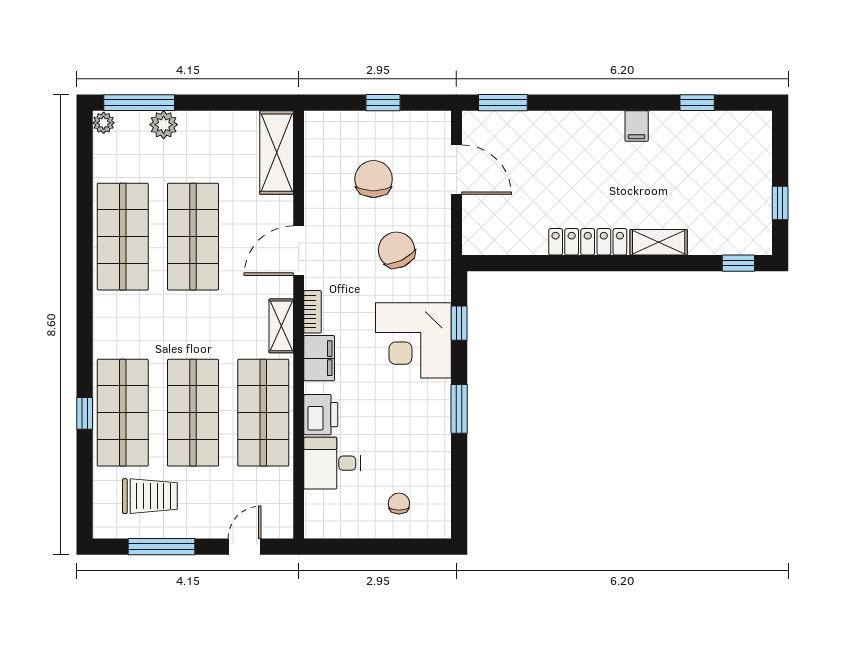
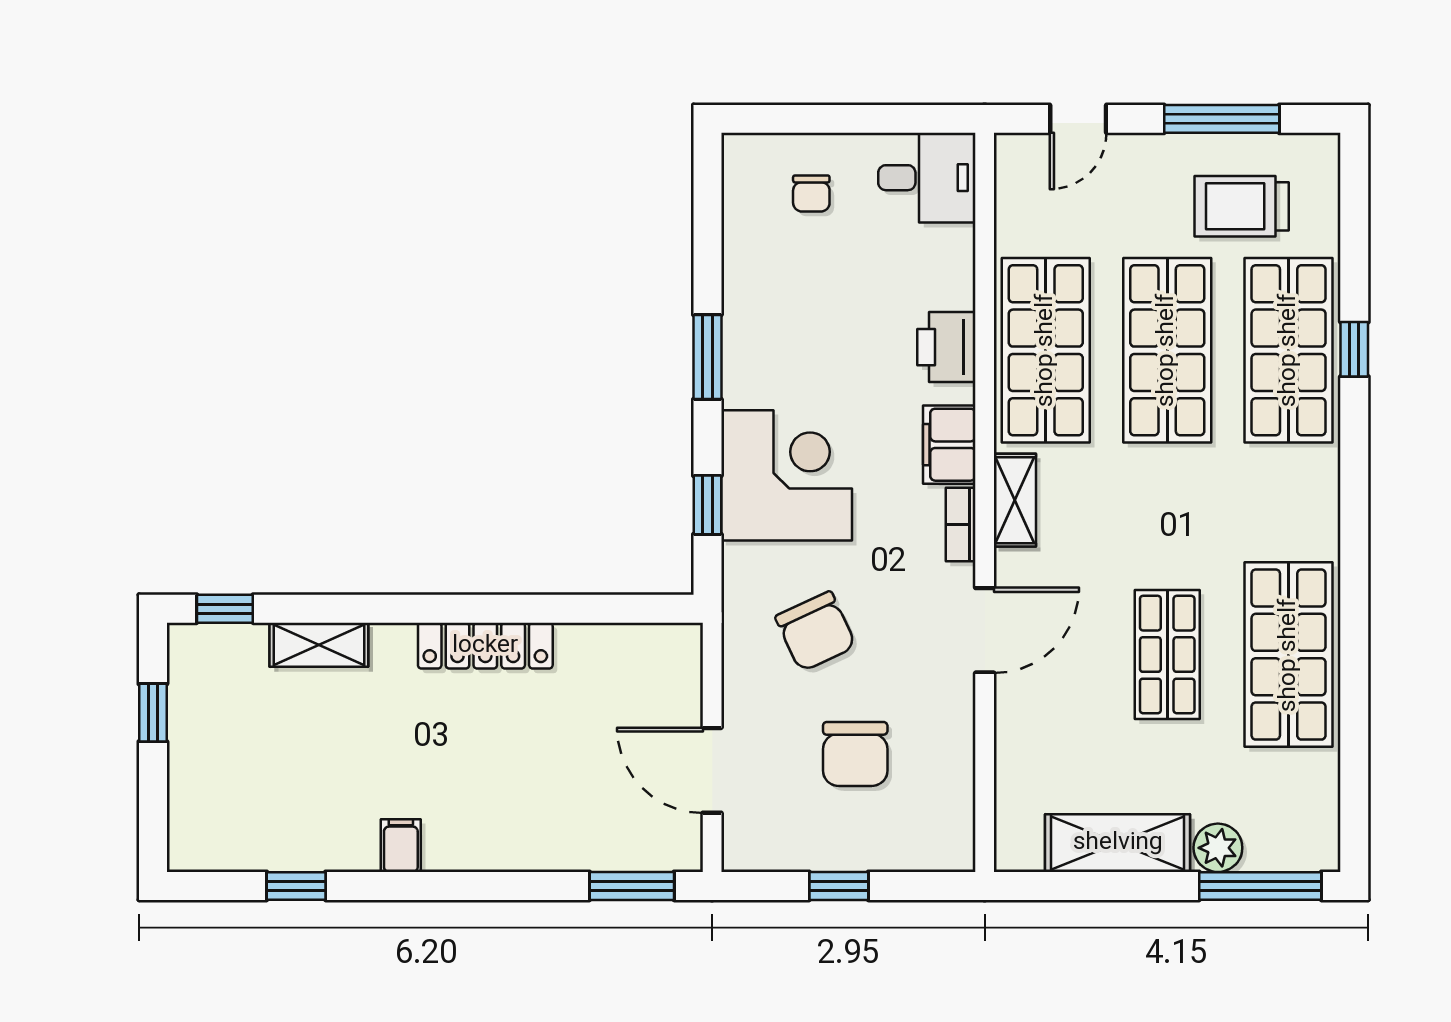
plant: (104, 123) -> (1322, 851), removed
shelving: (277, 153) -> (1118, 843), moved, turned 90
shop shelf: (193, 237) -> (1167, 655), width x0.70, depth x0.74
shelving: (659, 242) -> (319, 645), moved
desk: (332, 463) -> (927, 178), moved

